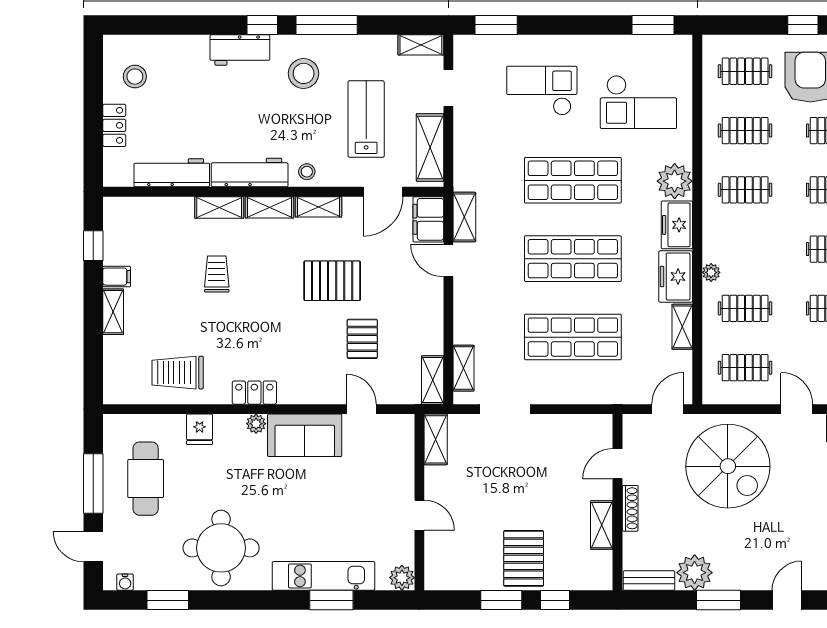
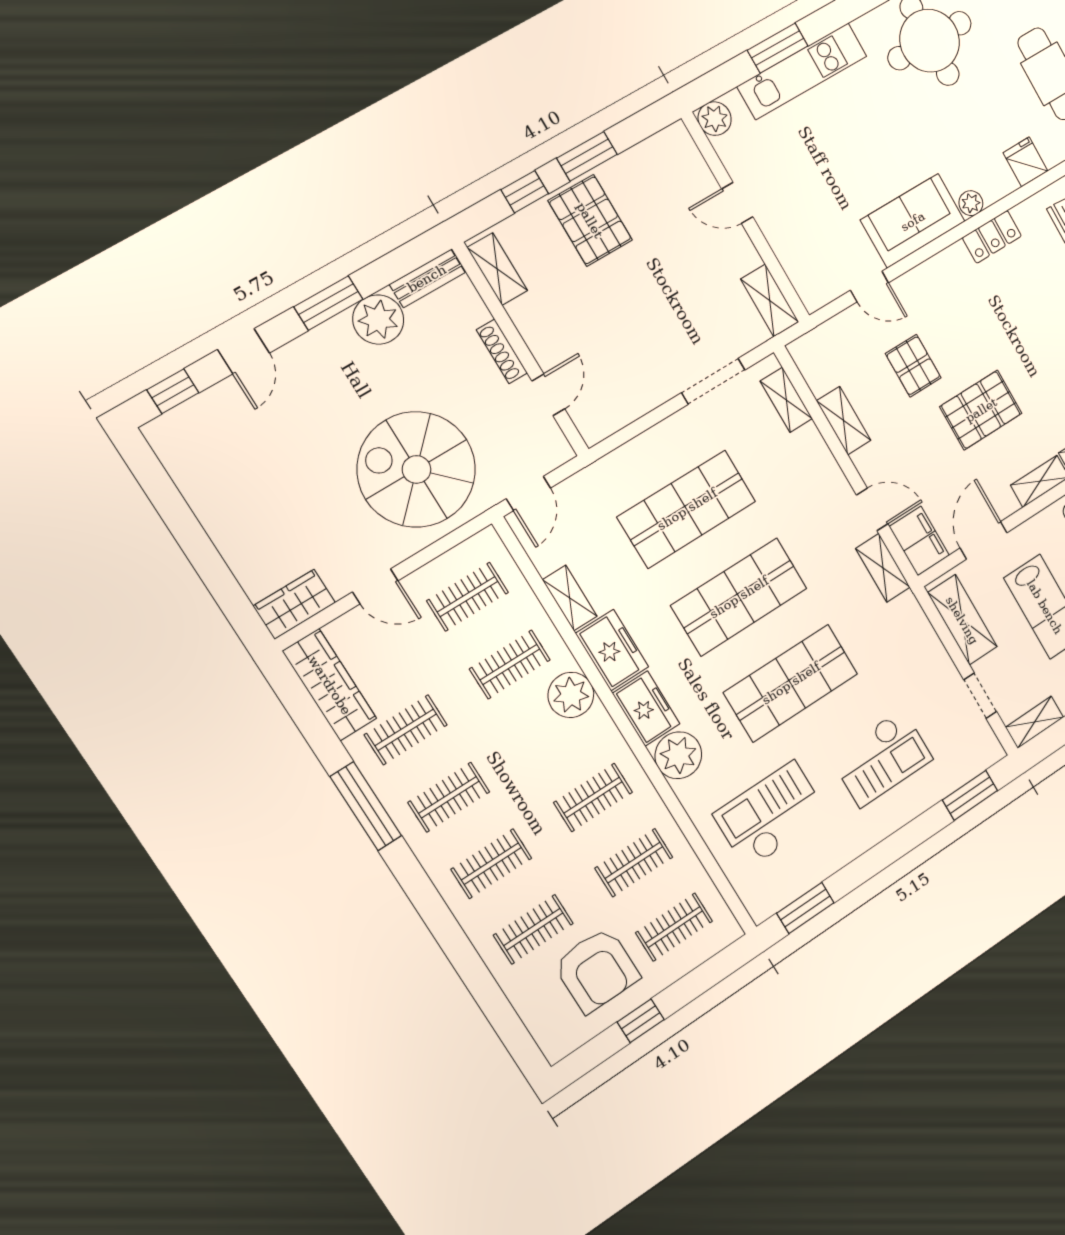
plant: (711, 272) -> (571, 695), width x1.88, depth x1.88
shelving: (433, 380) -> (844, 421), moved
shelving: (602, 525) -> (497, 269), moved

